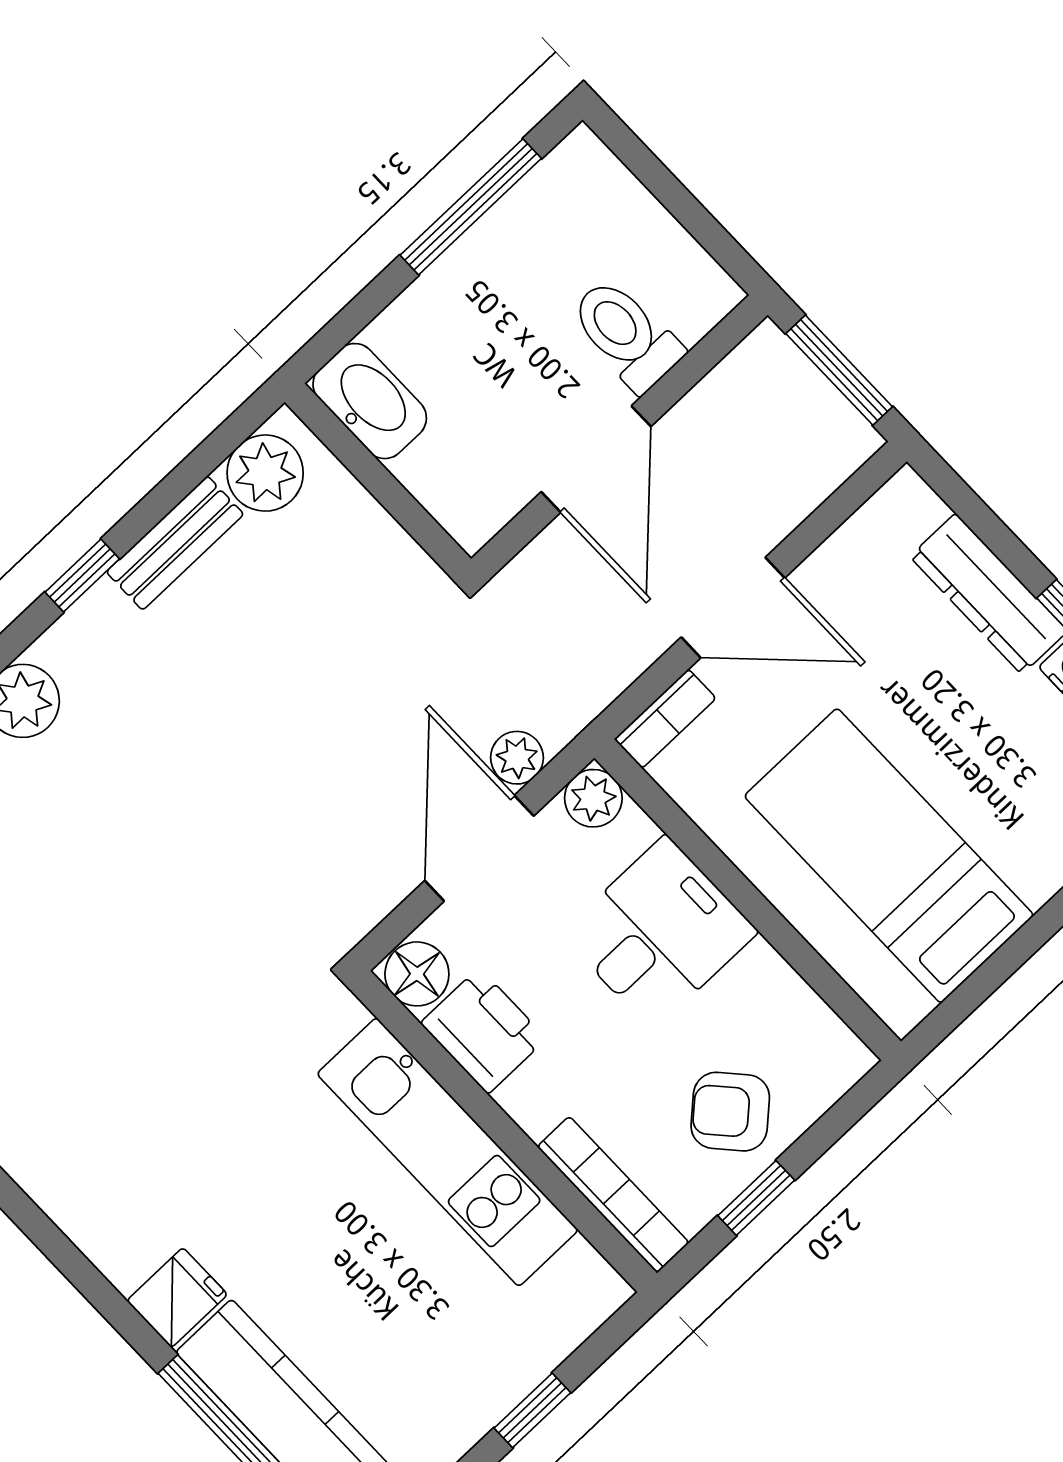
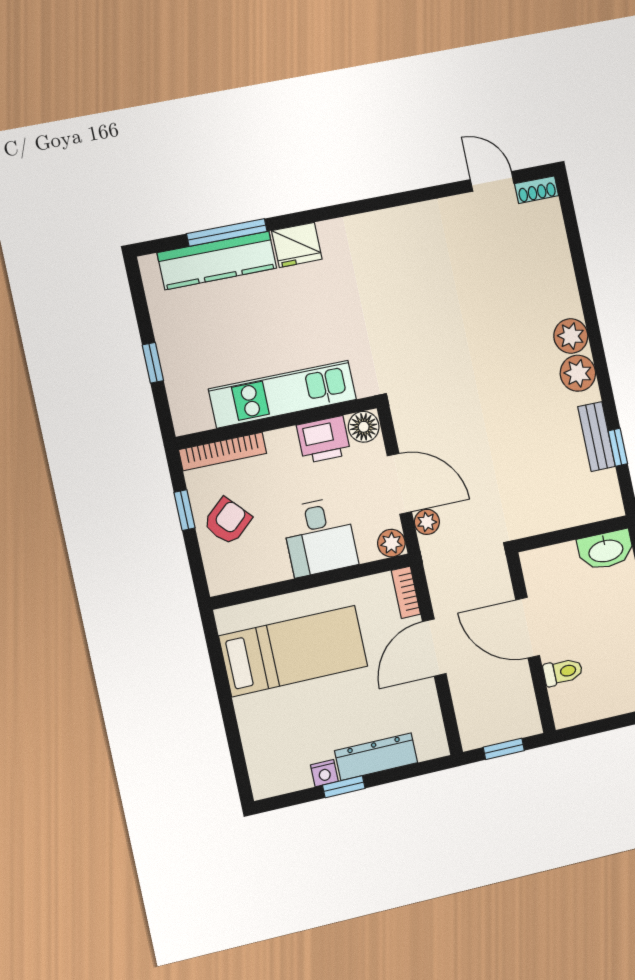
toilet: (626, 335) -> (563, 672), width x0.73, depth x0.72
window: (839, 370) -> (504, 749), width x0.67
plant: (265, 473) -> (578, 373), moved
window: (82, 575) -> (618, 447), moved
fridge: (177, 1298) -> (297, 245), width x1.38

